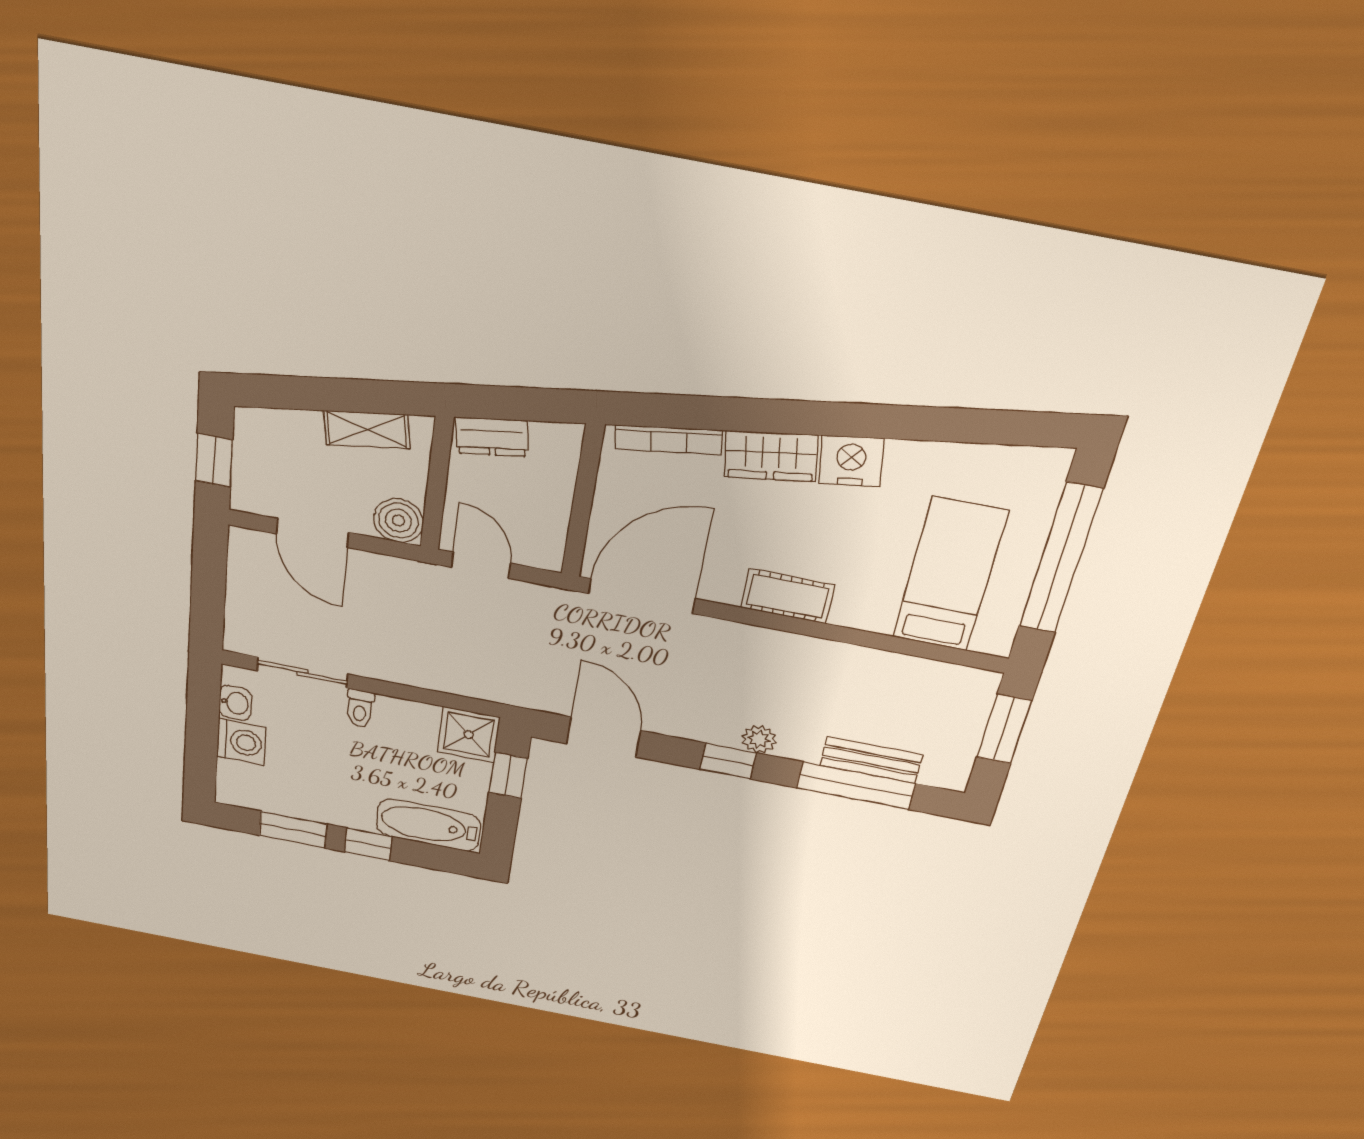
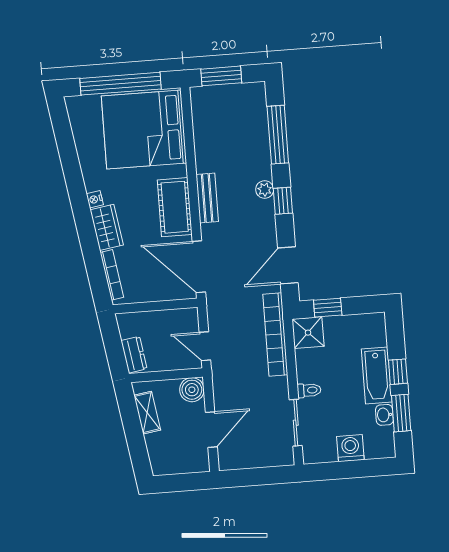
window: (214, 460) -> (185, 482), removed
nightstand: (851, 461) -> (95, 199), width x0.53, depth x0.56
door: (481, 565) -> (205, 346), hinge flipped
bed: (950, 575) -> (144, 130), width x2.04
cot: (787, 596) -> (175, 207), width x1.37, depth x1.34
bookcase: (477, 684) -> (275, 335), added
washbasin: (235, 703) -> (384, 415), moved, turned -90
bench: (871, 760) -> (207, 198), moved
bathtub: (428, 825) -> (377, 376), moved

